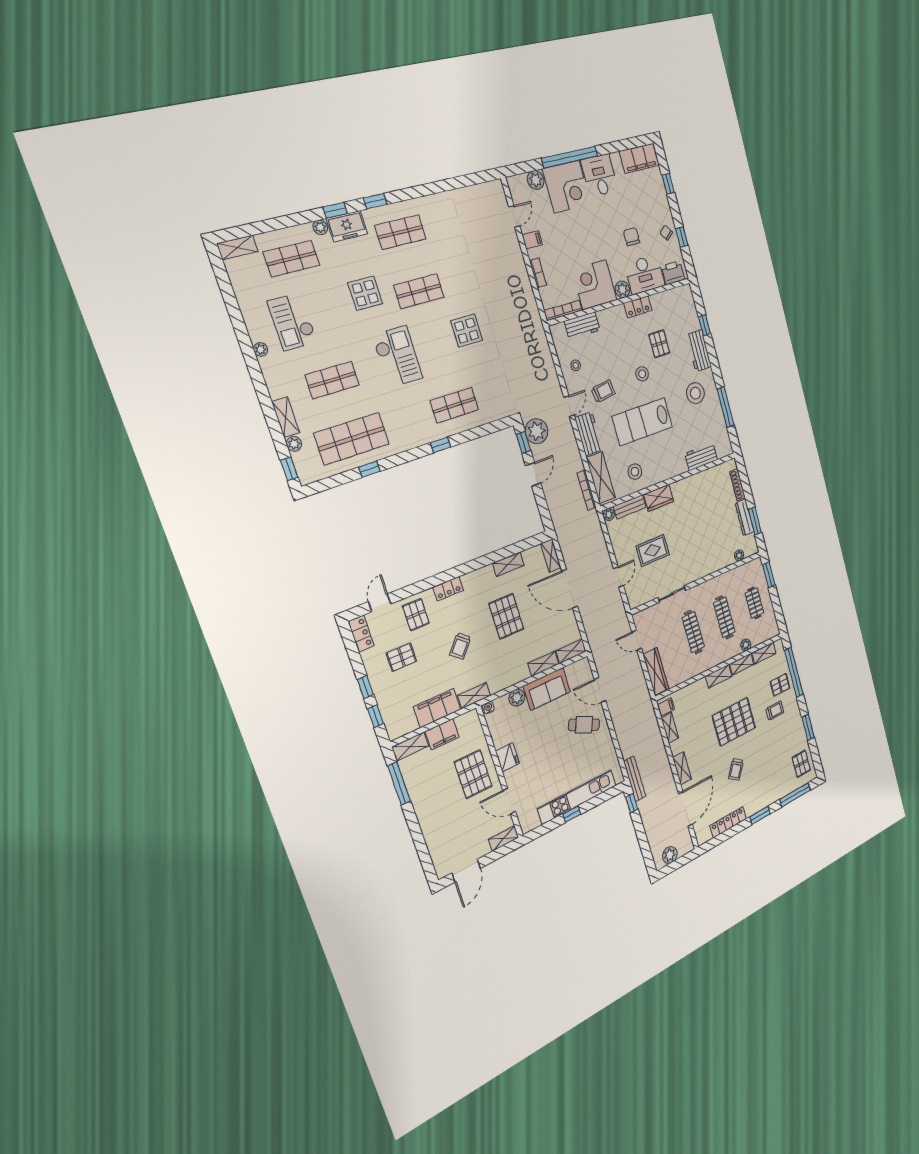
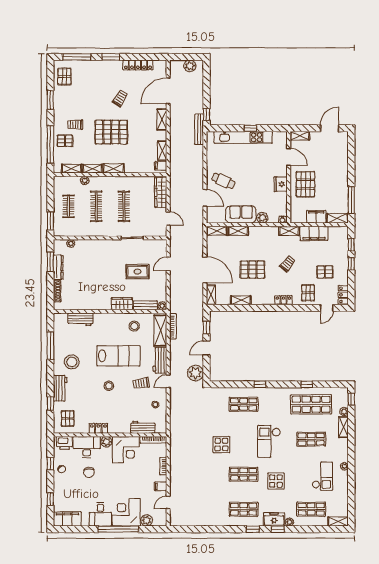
pallet: (659, 344) -> (68, 418), moved
window: (523, 442) -> (206, 328), moved
pallet: (506, 616) -> (253, 270), turned 90

